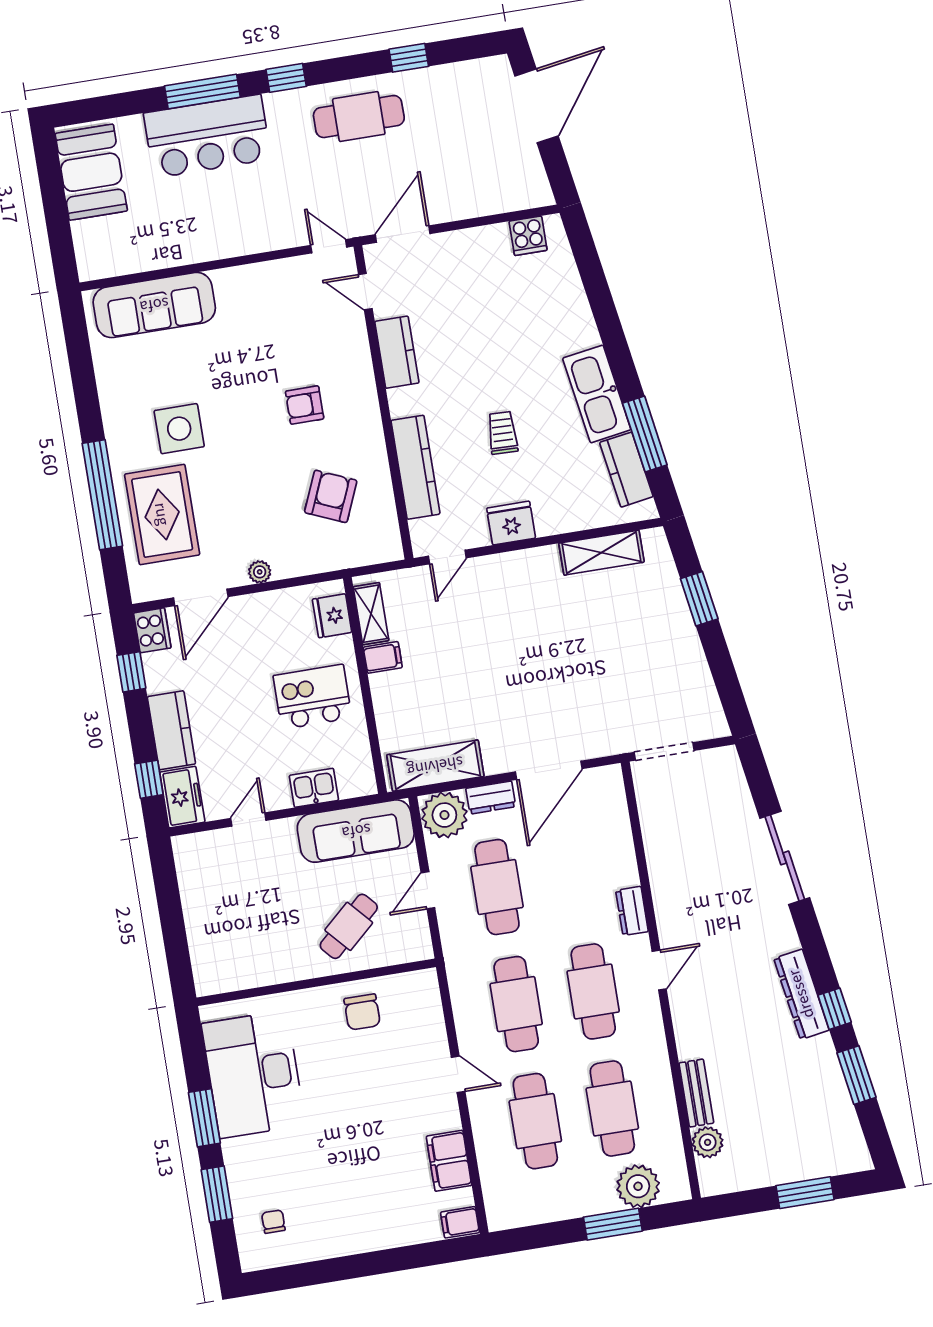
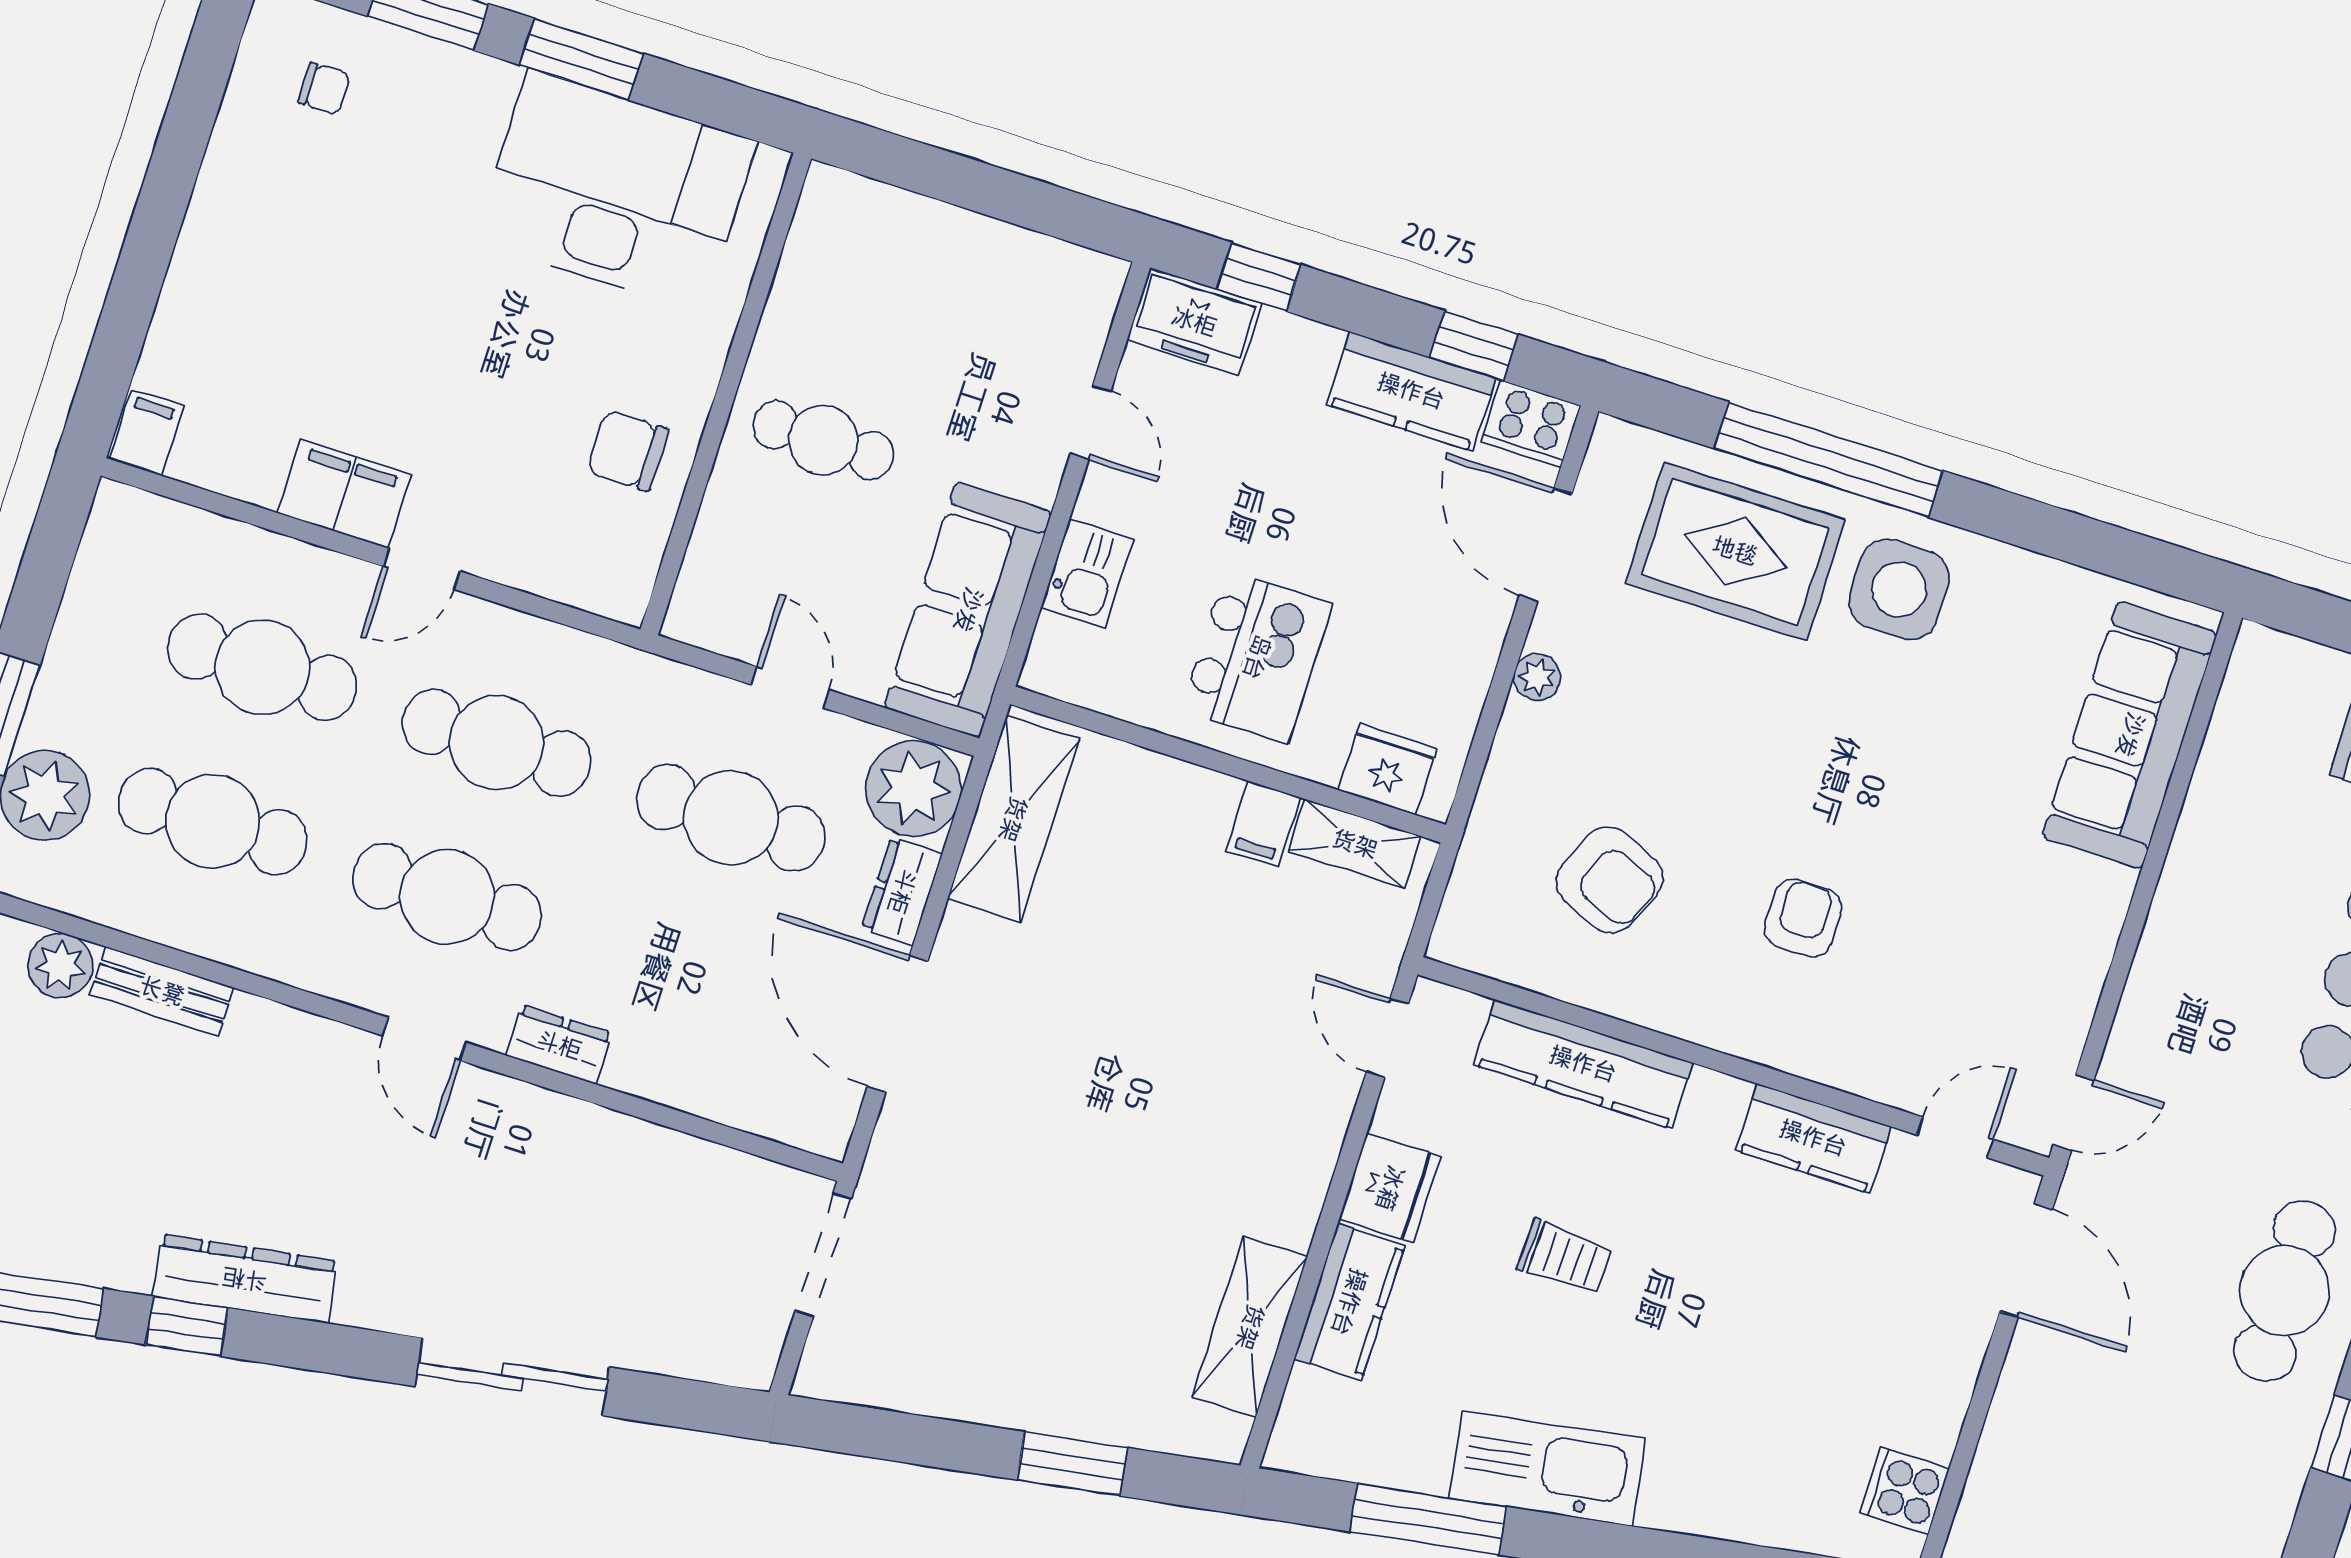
side table: (179, 429) -> (1899, 589), moved
kitchen counter: (626, 470) -> (1349, 1302), moved, turned 99
kitchen counter: (171, 730) -> (1411, 391), moved
cafe table: (349, 926) -> (823, 440), moved, turned -48
filing cabinet: (449, 1161) -> (344, 494), moved

